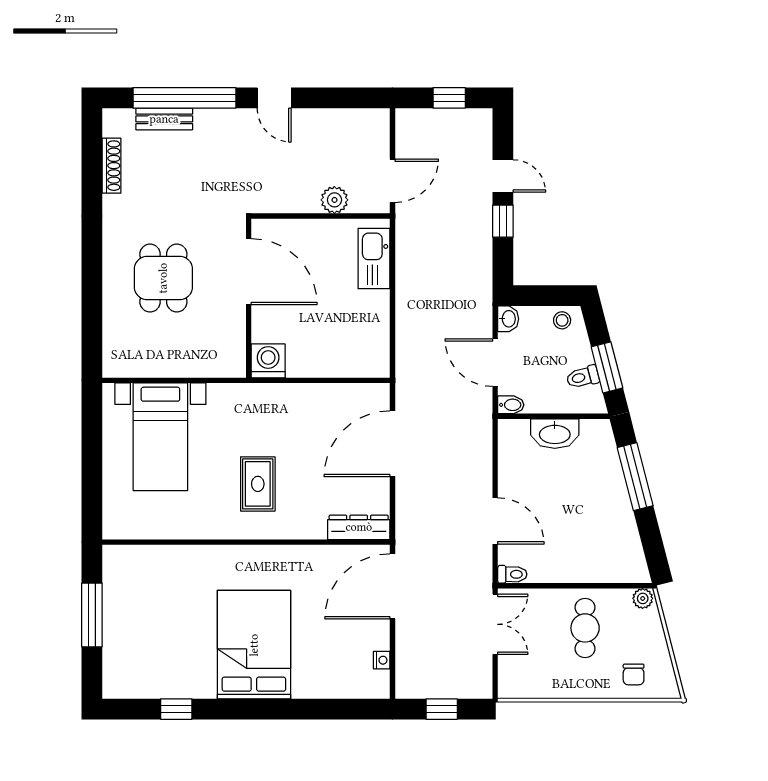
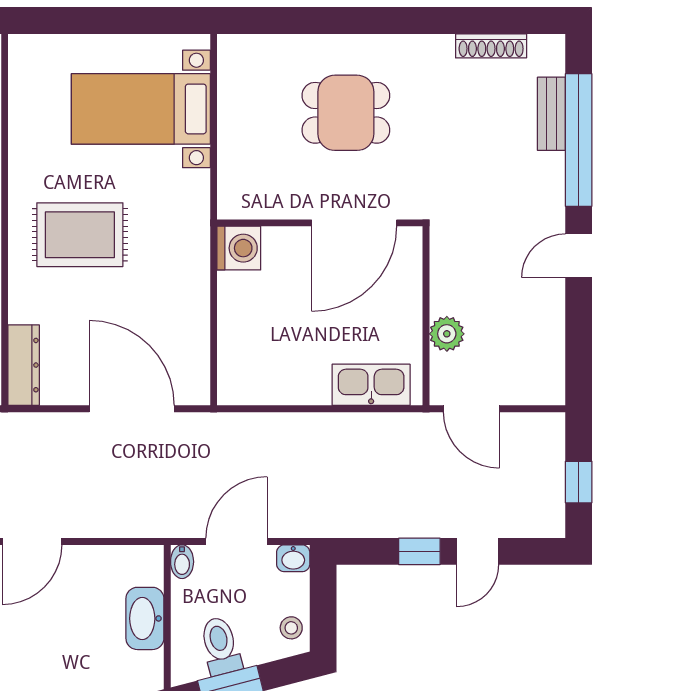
toilet: (583, 377) -> (220, 646), width x1.37, depth x1.39
rug: (258, 484) -> (80, 235), width x1.36, depth x1.43

